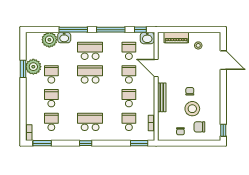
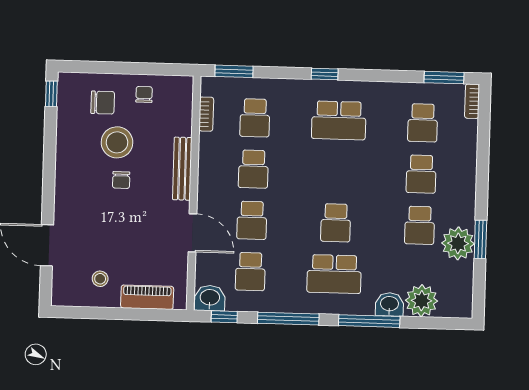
school desk: (90, 75) -> (336, 223), width x0.54
window: (86, 143) -> (325, 74), moved

